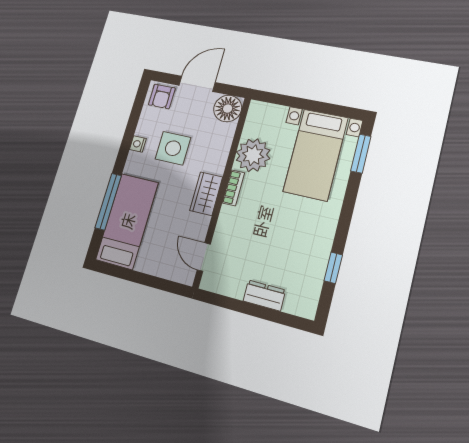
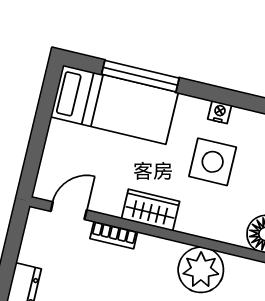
bookcase: (233, 188) -> (114, 235), moved

